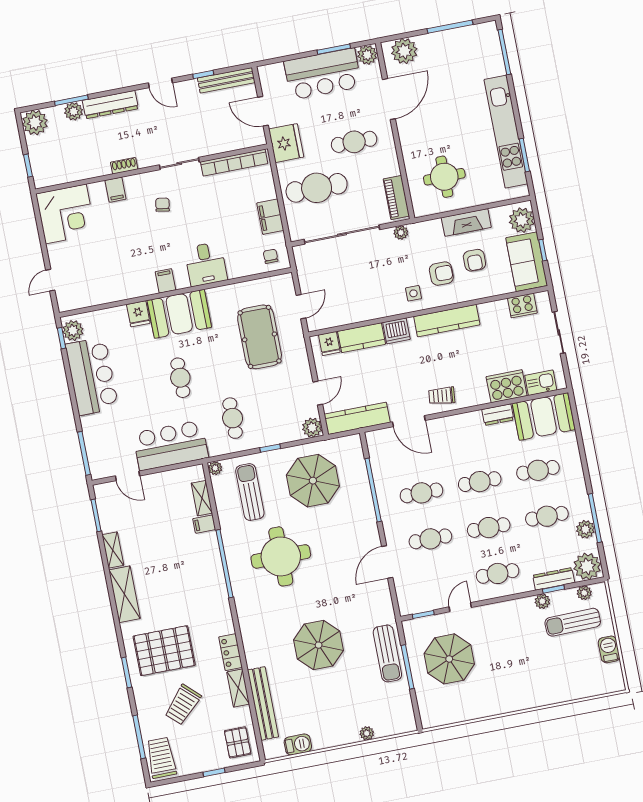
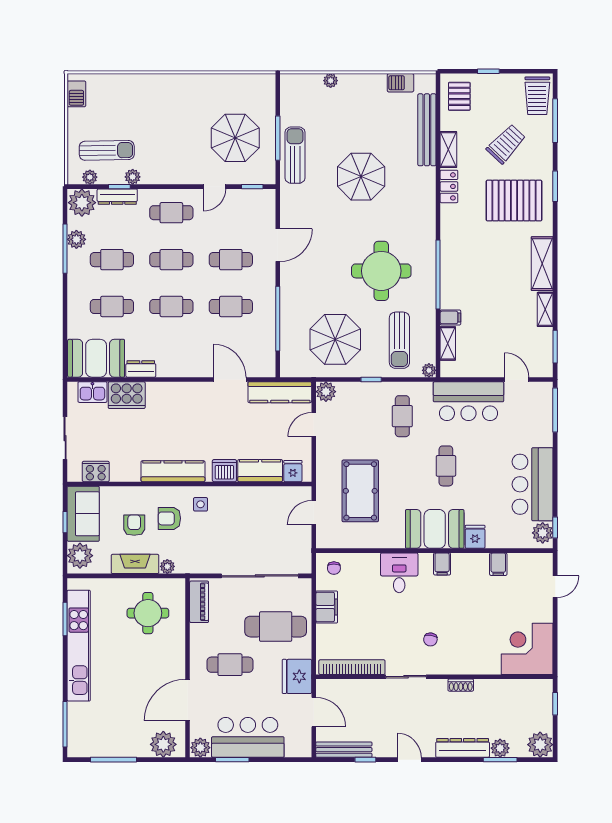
filing cabinet: (116, 190) -> (498, 564), moved, turned 180
plant: (401, 233) -> (167, 566), moved
trolley: (442, 396) -> (192, 398), removed
barbecue: (609, 649) -> (76, 94), moved

